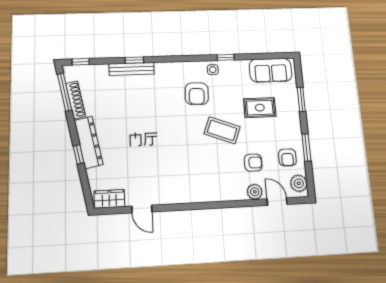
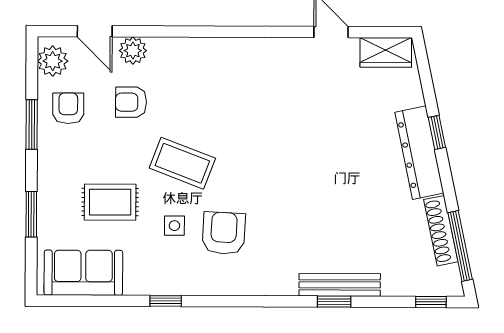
side table: (213, 70) -> (174, 226), moved

